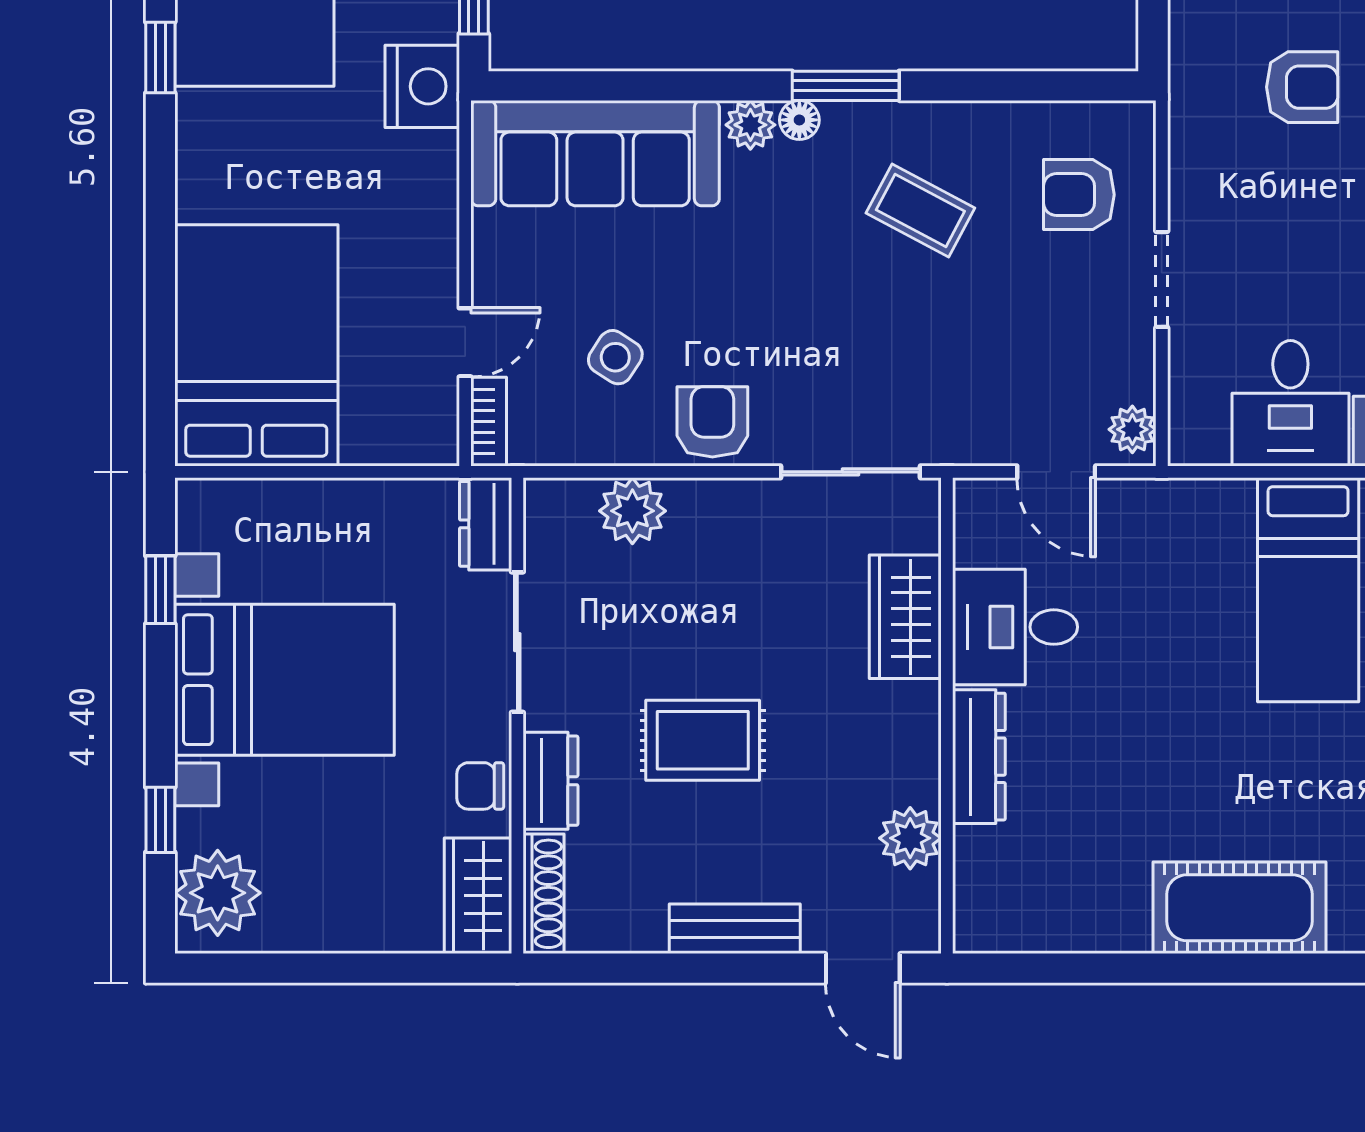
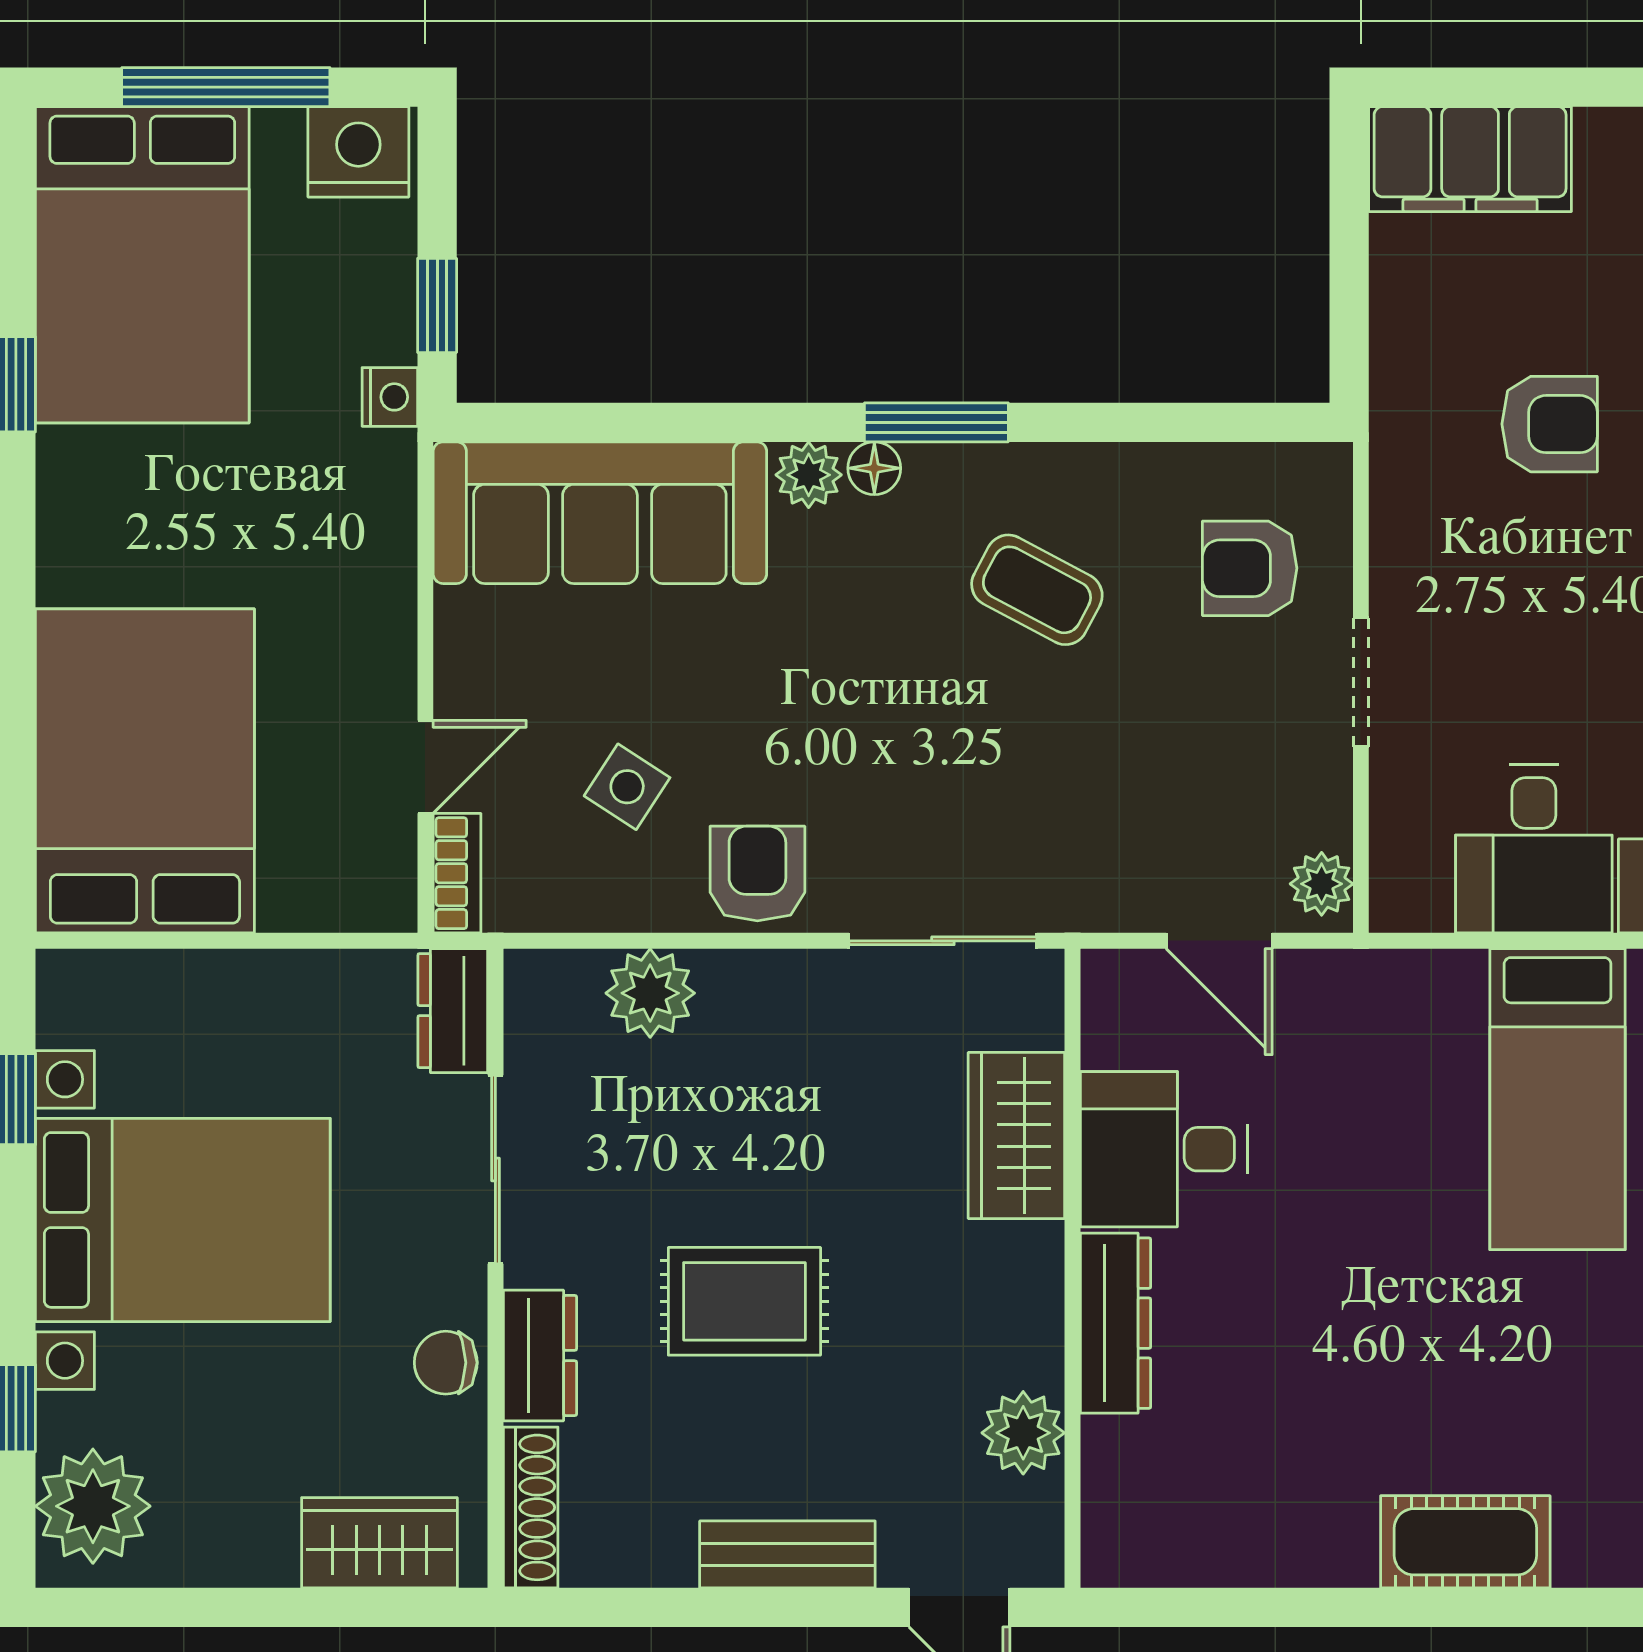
nightstand: (422, 86) -> (390, 397), width x0.53, depth x0.56
wardrobe: (478, 896) -> (379, 1543), moved, turned 90
cot: (1239, 908) -> (1465, 1542), width x0.73, depth x0.75

